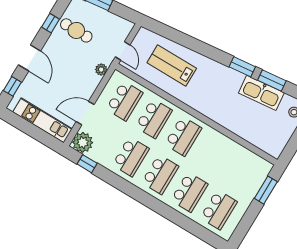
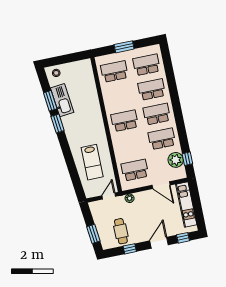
school desk: (154, 119) -> (114, 71), moved
plant: (83, 142) -> (176, 160), moved
window: (266, 190) -> (124, 47), moved

